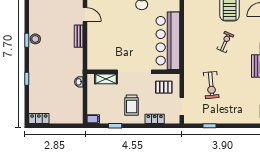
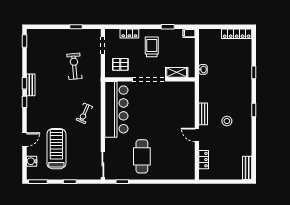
stool: (35, 39) -> (227, 121), moved
exercise bike: (225, 42) -> (84, 113), moved
locker: (39, 119) -> (237, 34), width x1.53

